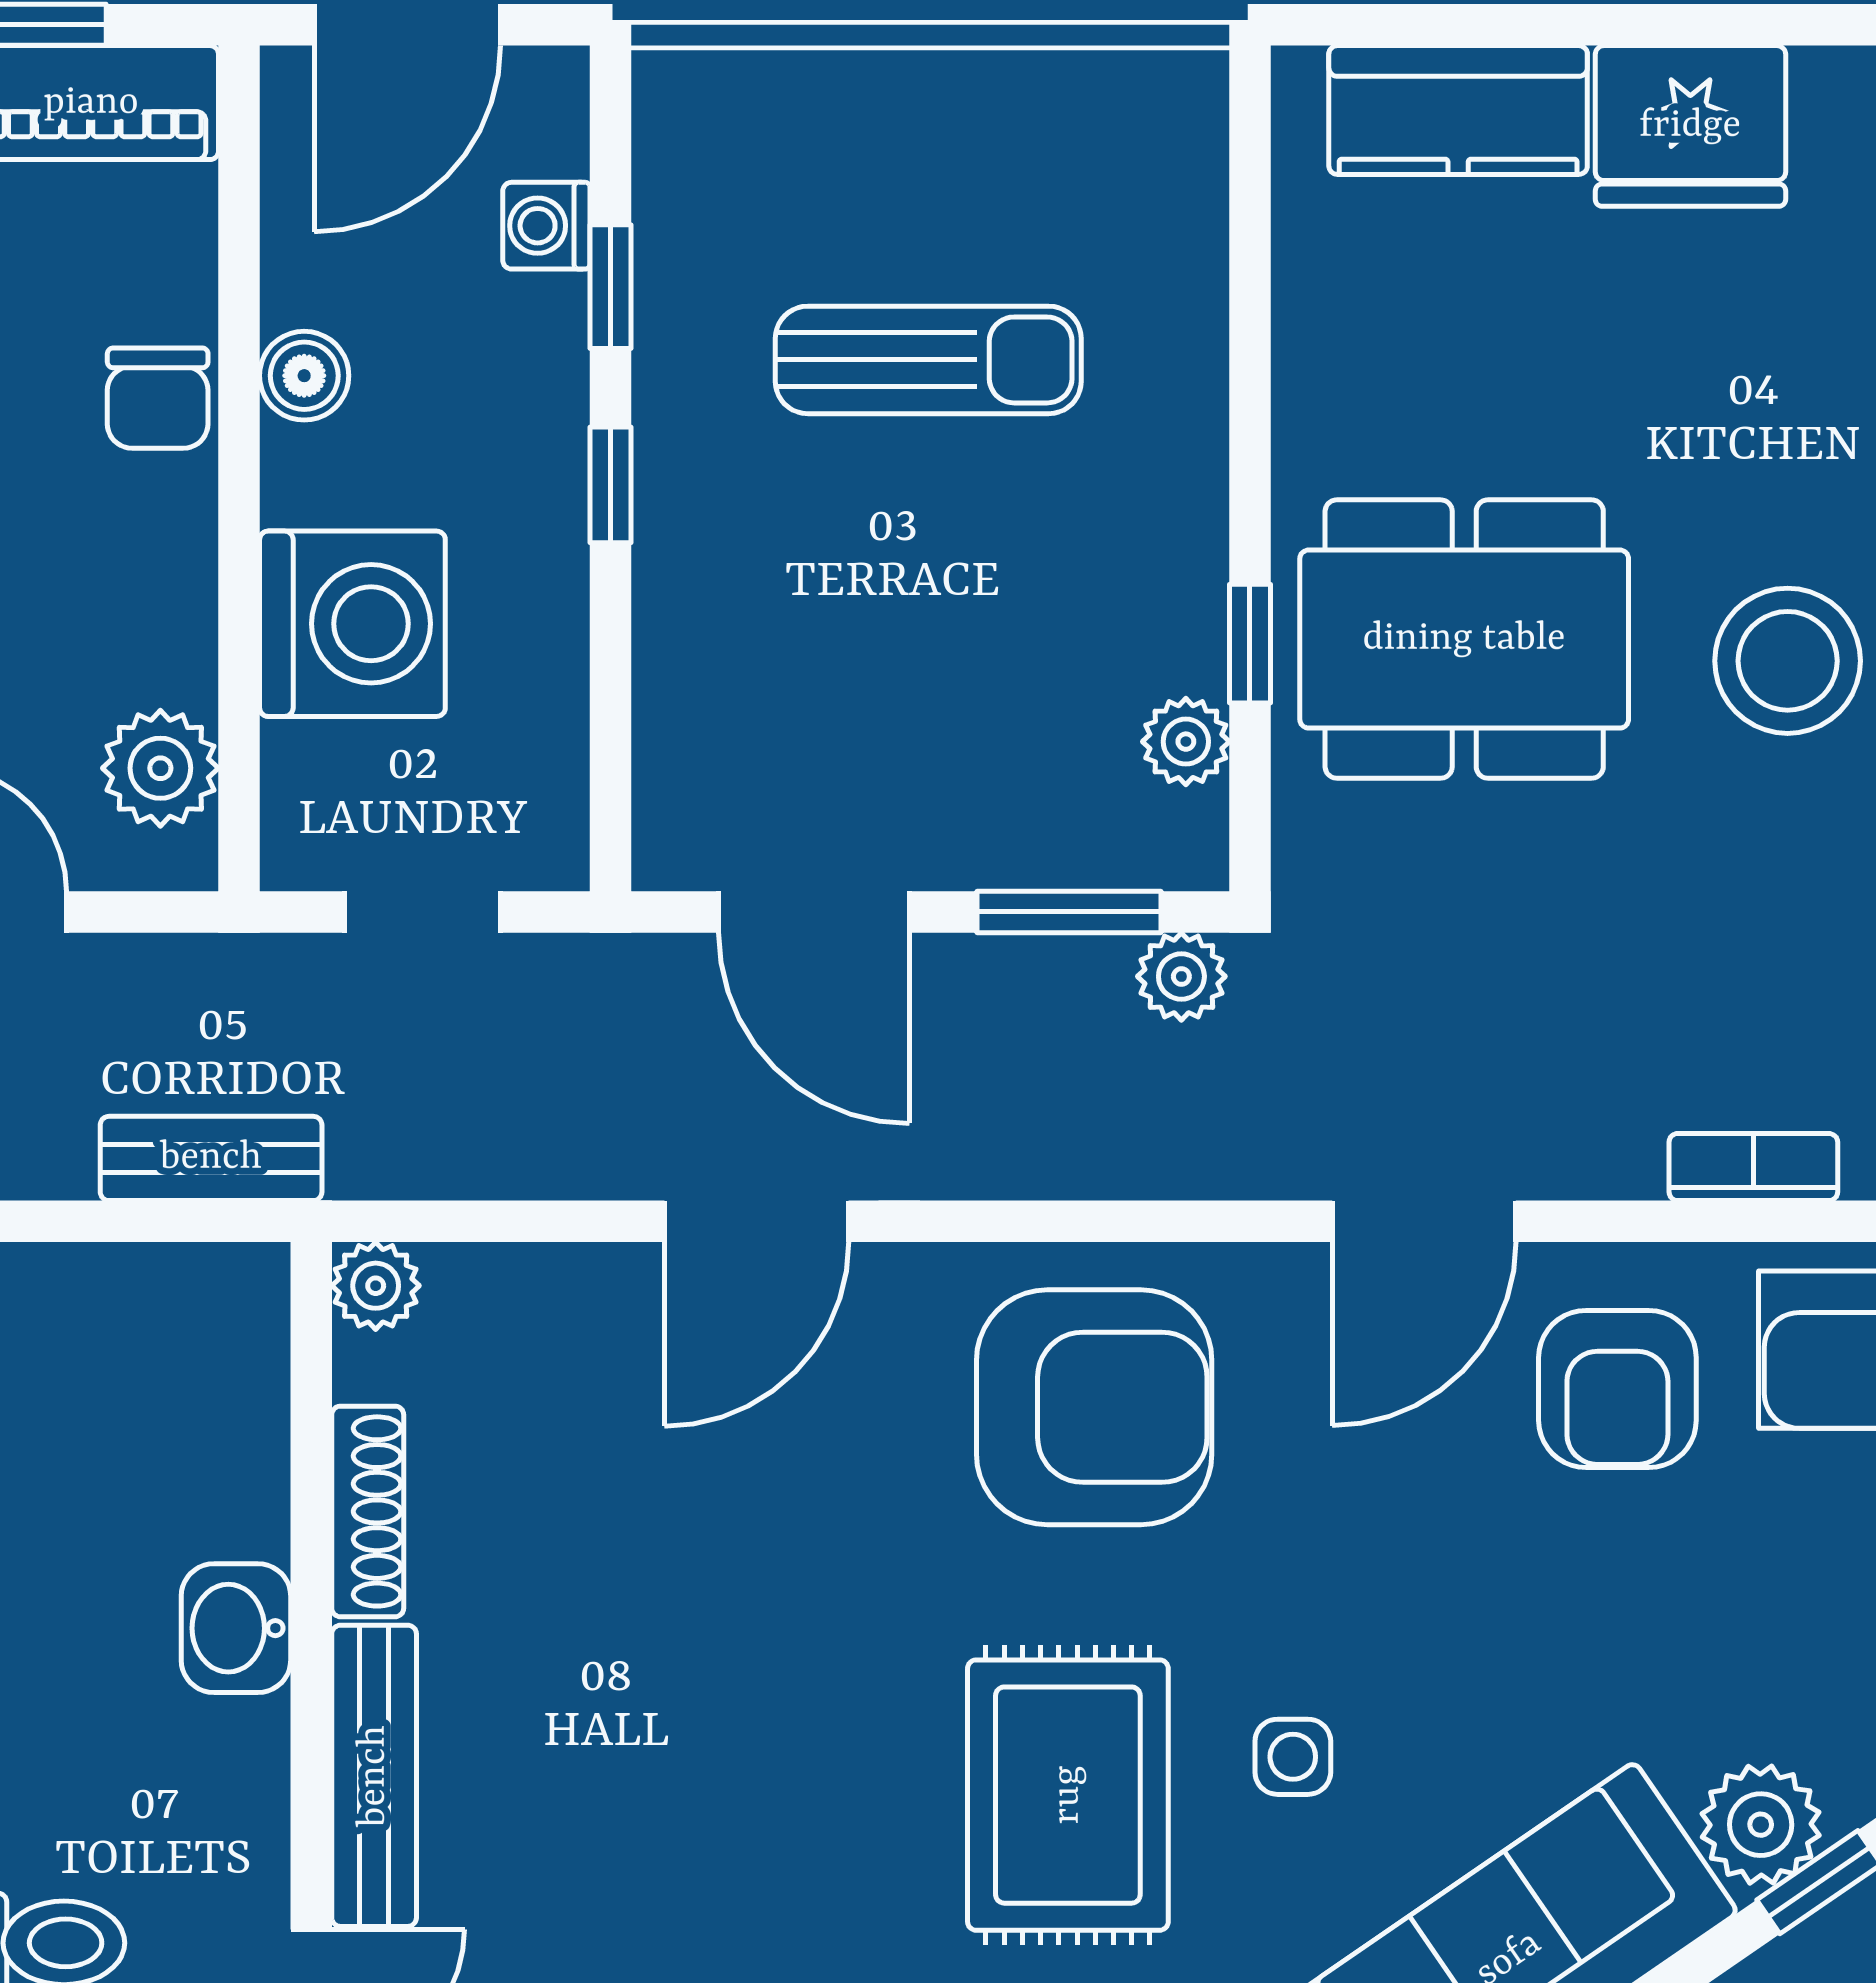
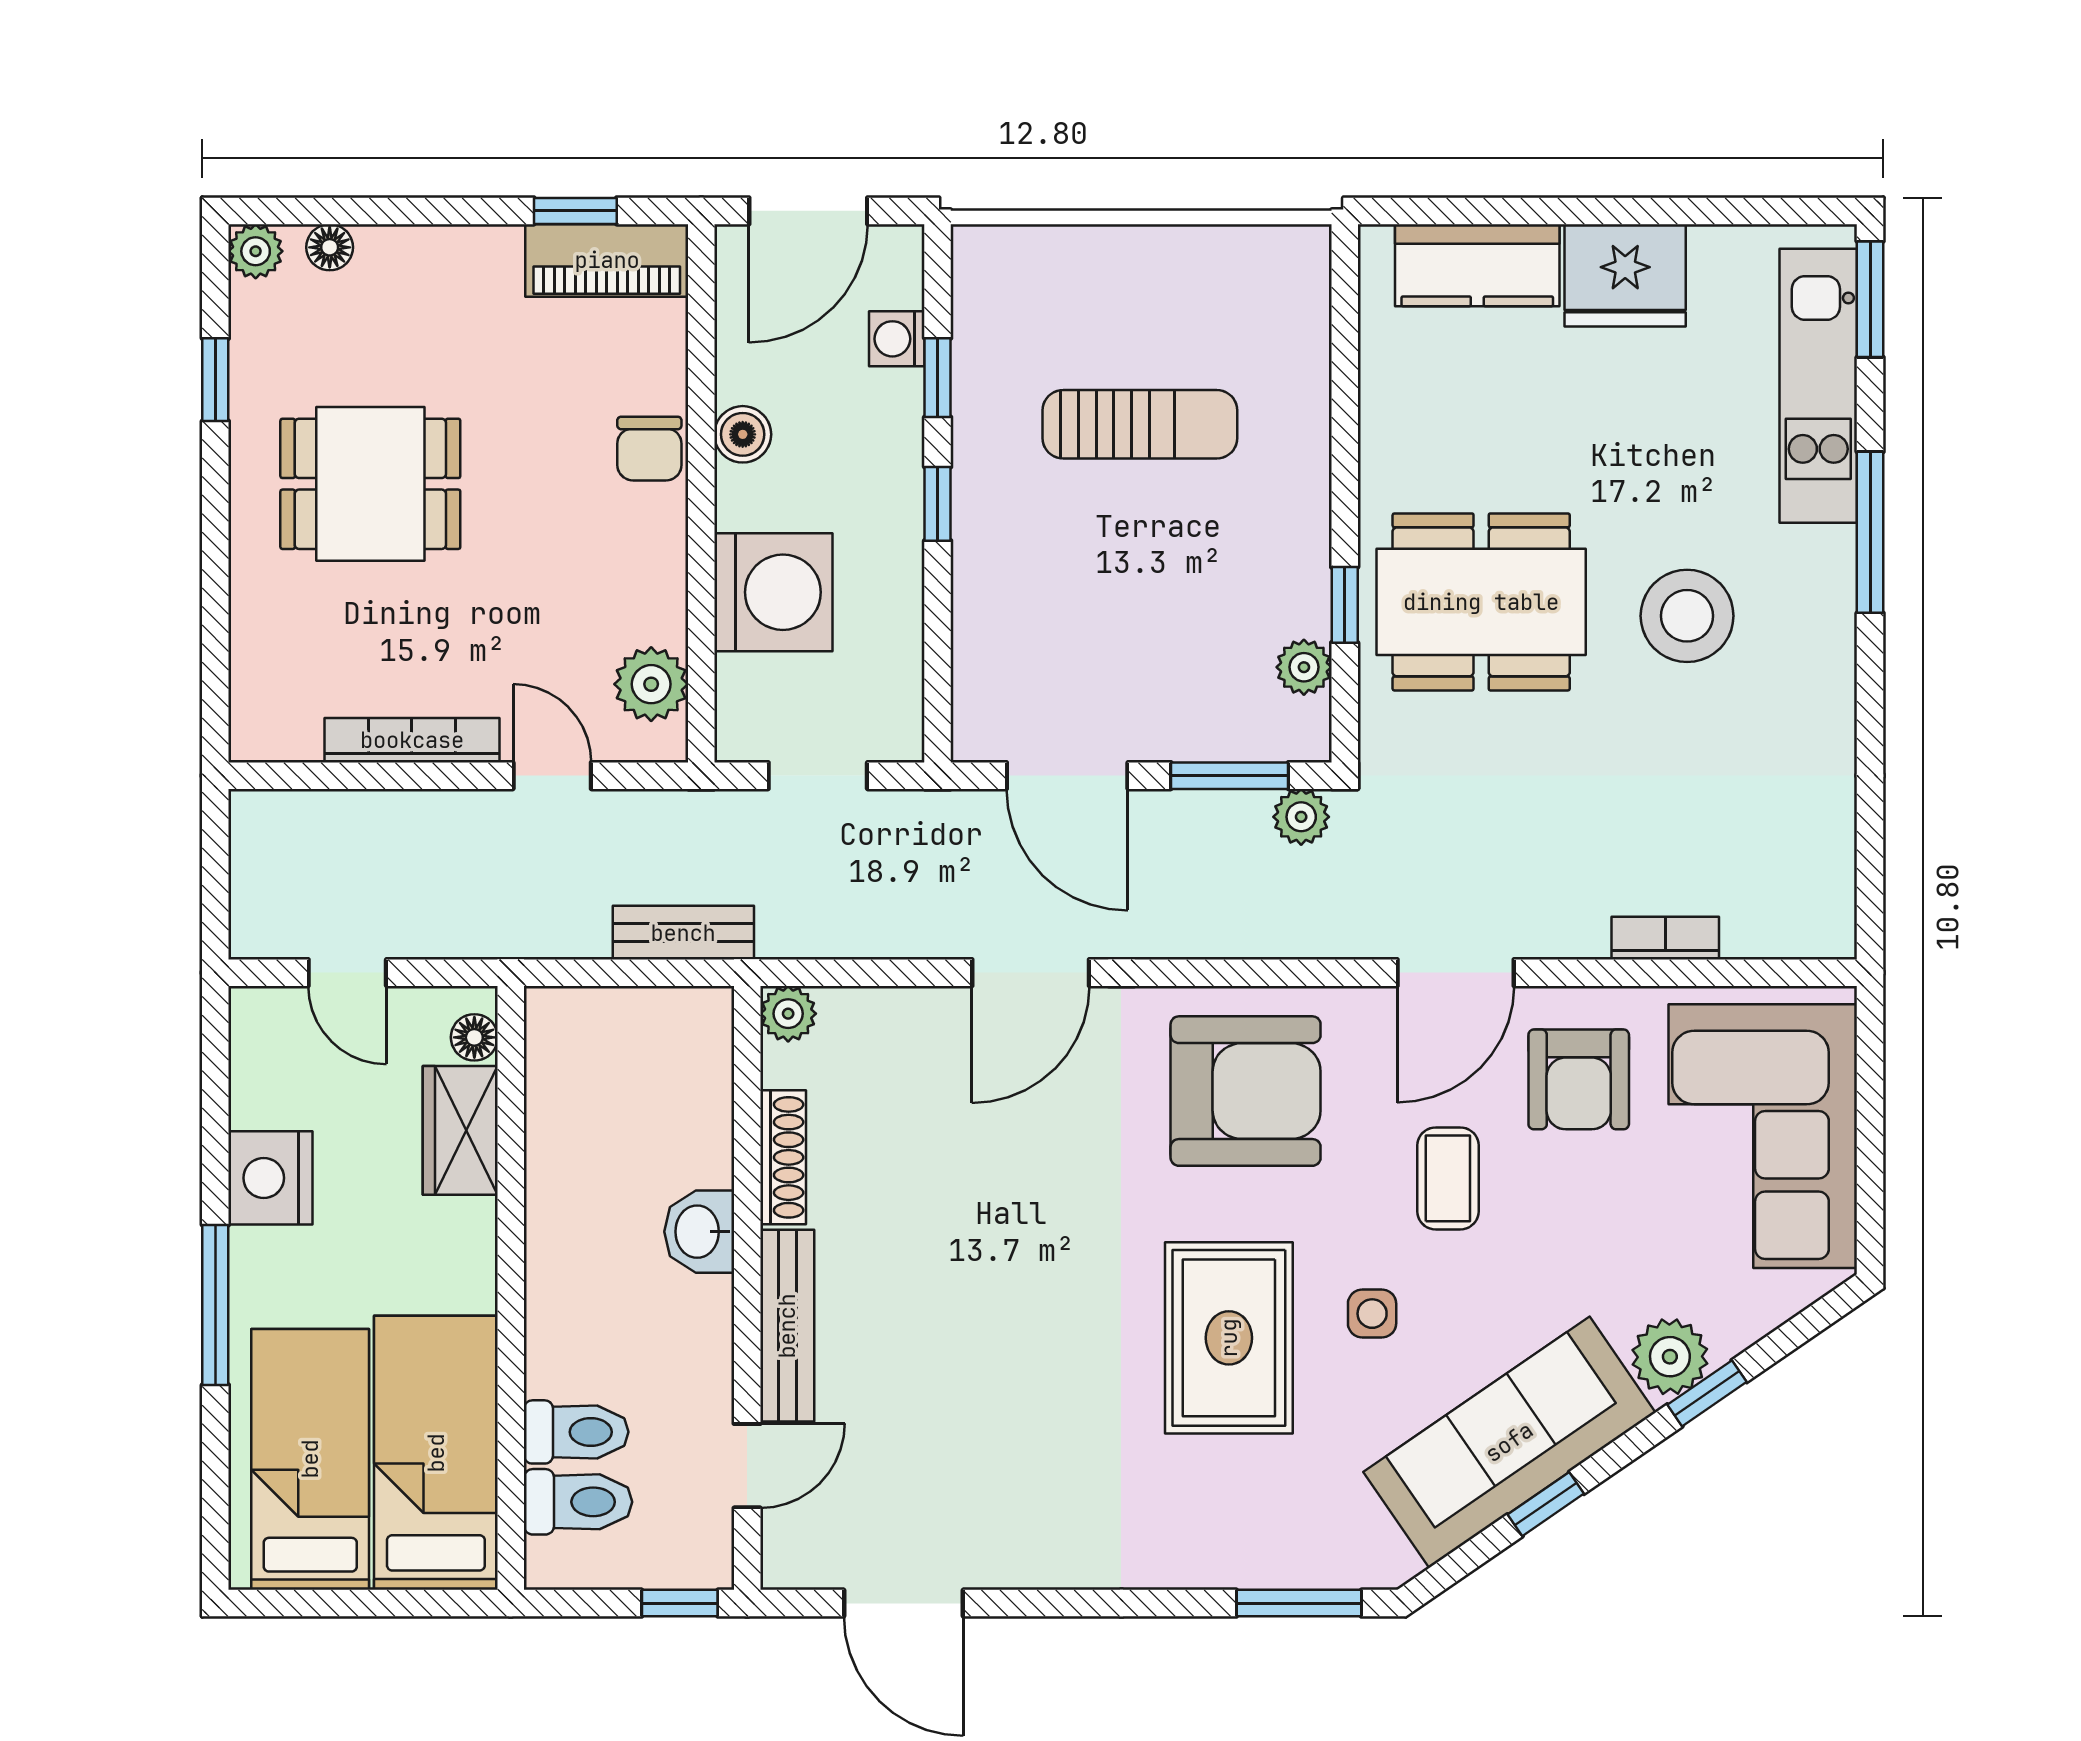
coffee table: (1412, 1545) -> (1448, 1178), added

